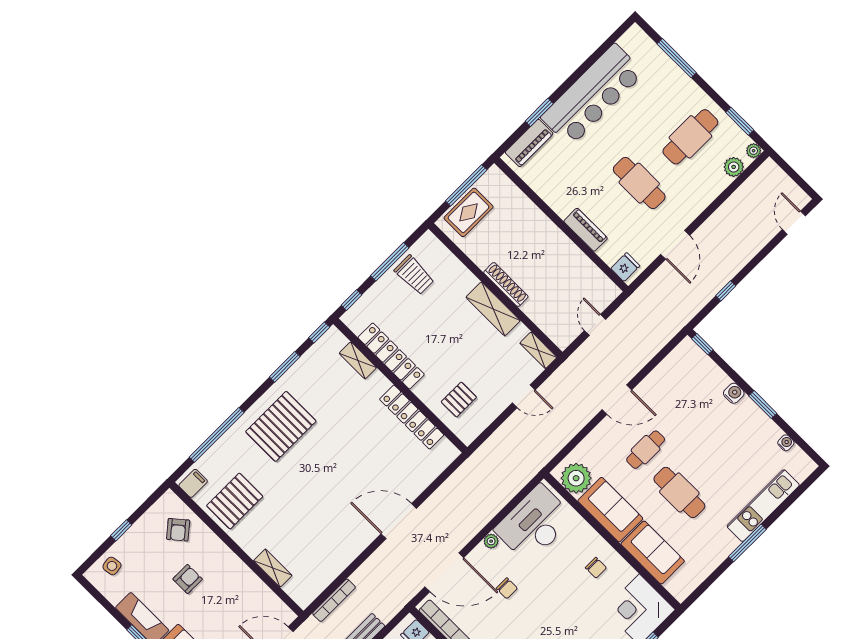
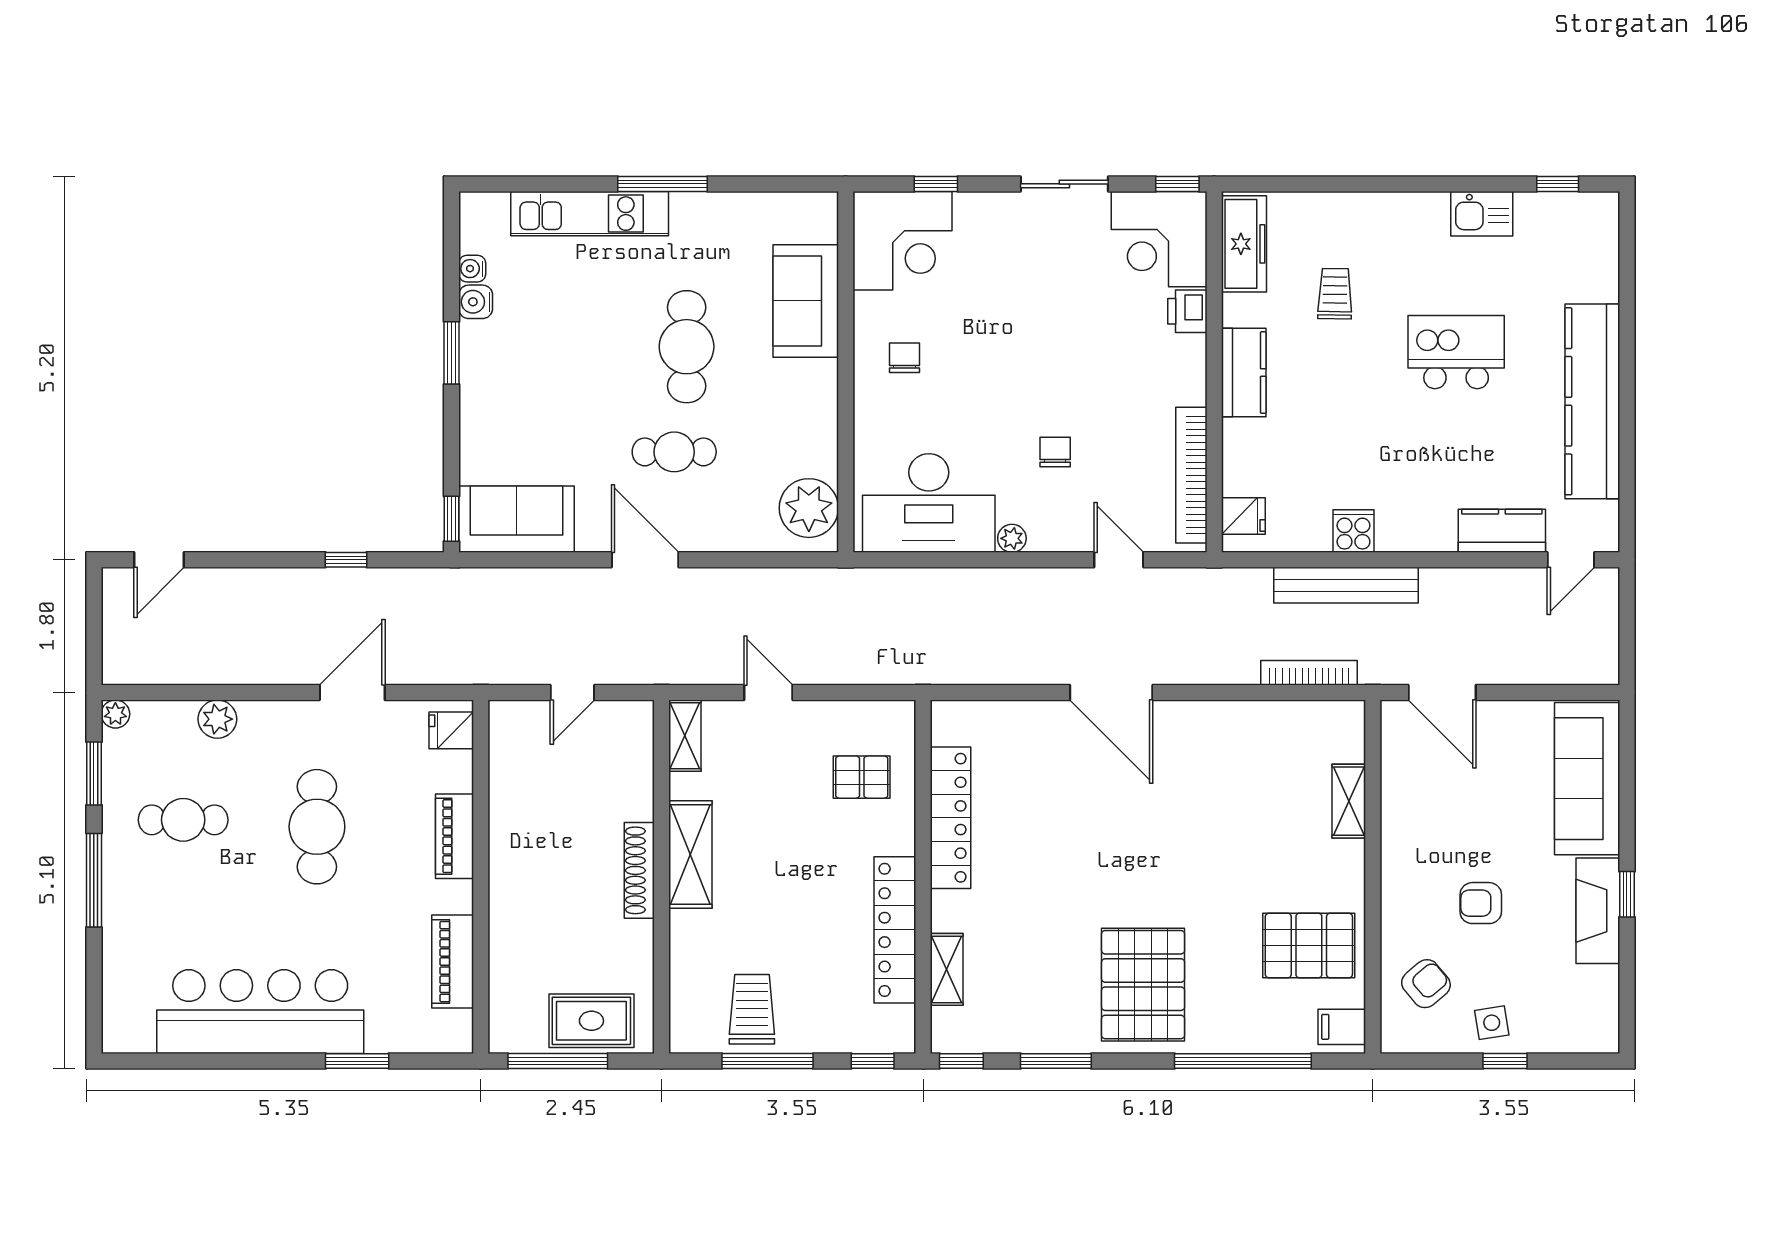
window: (677, 58) -> (94, 880), moved
cafe table: (690, 137) -> (183, 820), width x0.73, depth x0.74
piano: (529, 143) -> (453, 962), moved, turned -90
plant: (734, 167) -> (217, 719), moved
water cooler: (734, 393) -> (476, 302), moved
pallet: (281, 426) -> (1143, 985), turned 90
sofa: (610, 510) -> (516, 519), moved, turned 90
side table: (112, 566) -> (1492, 1023), moved
door: (444, 572) -> (1119, 560), width x0.53

